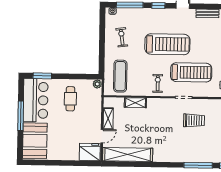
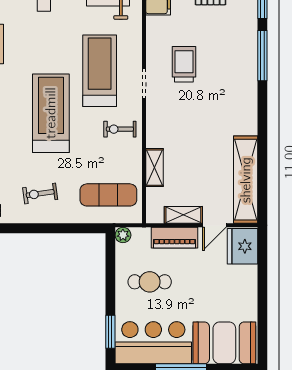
piano: (95, 113) -> (175, 238), added
door: (102, 136) -> (214, 225), swing flipped

